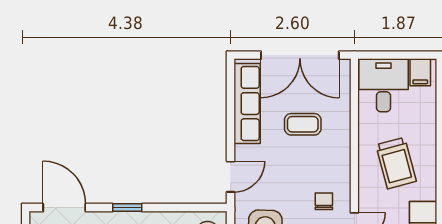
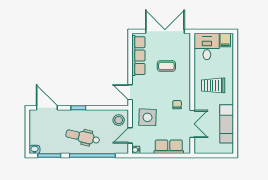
double door: (300, 55) -> (165, 31), swing flipped
trolley: (396, 163) -> (213, 85), turned 105
door: (231, 177) -> (130, 92), swing flipped

